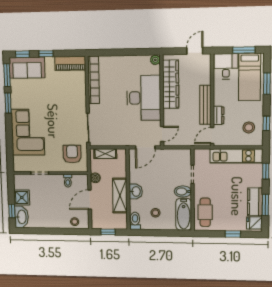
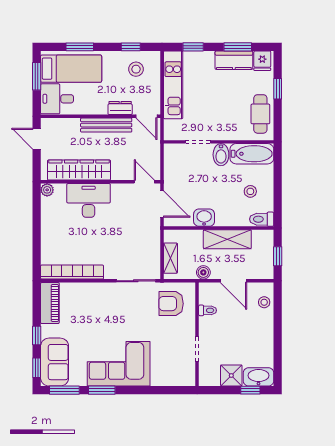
desk: (144, 98) -> (89, 200), width x0.73, depth x0.77
corner sofa: (28, 132) -> (119, 364), moved
washbasin: (136, 191) -> (204, 218), moved
cafe table: (205, 212) -> (260, 114), moved, turned 90

